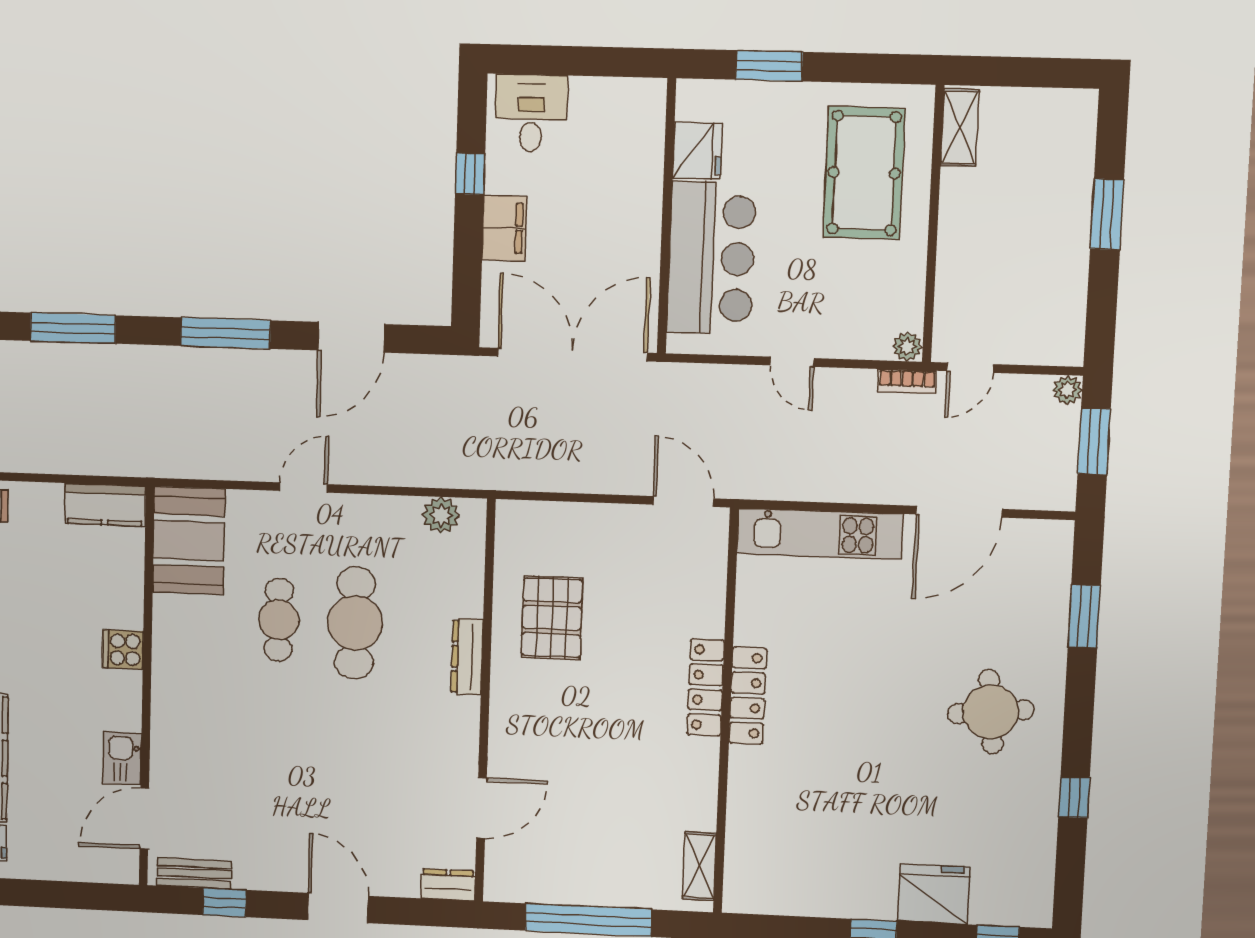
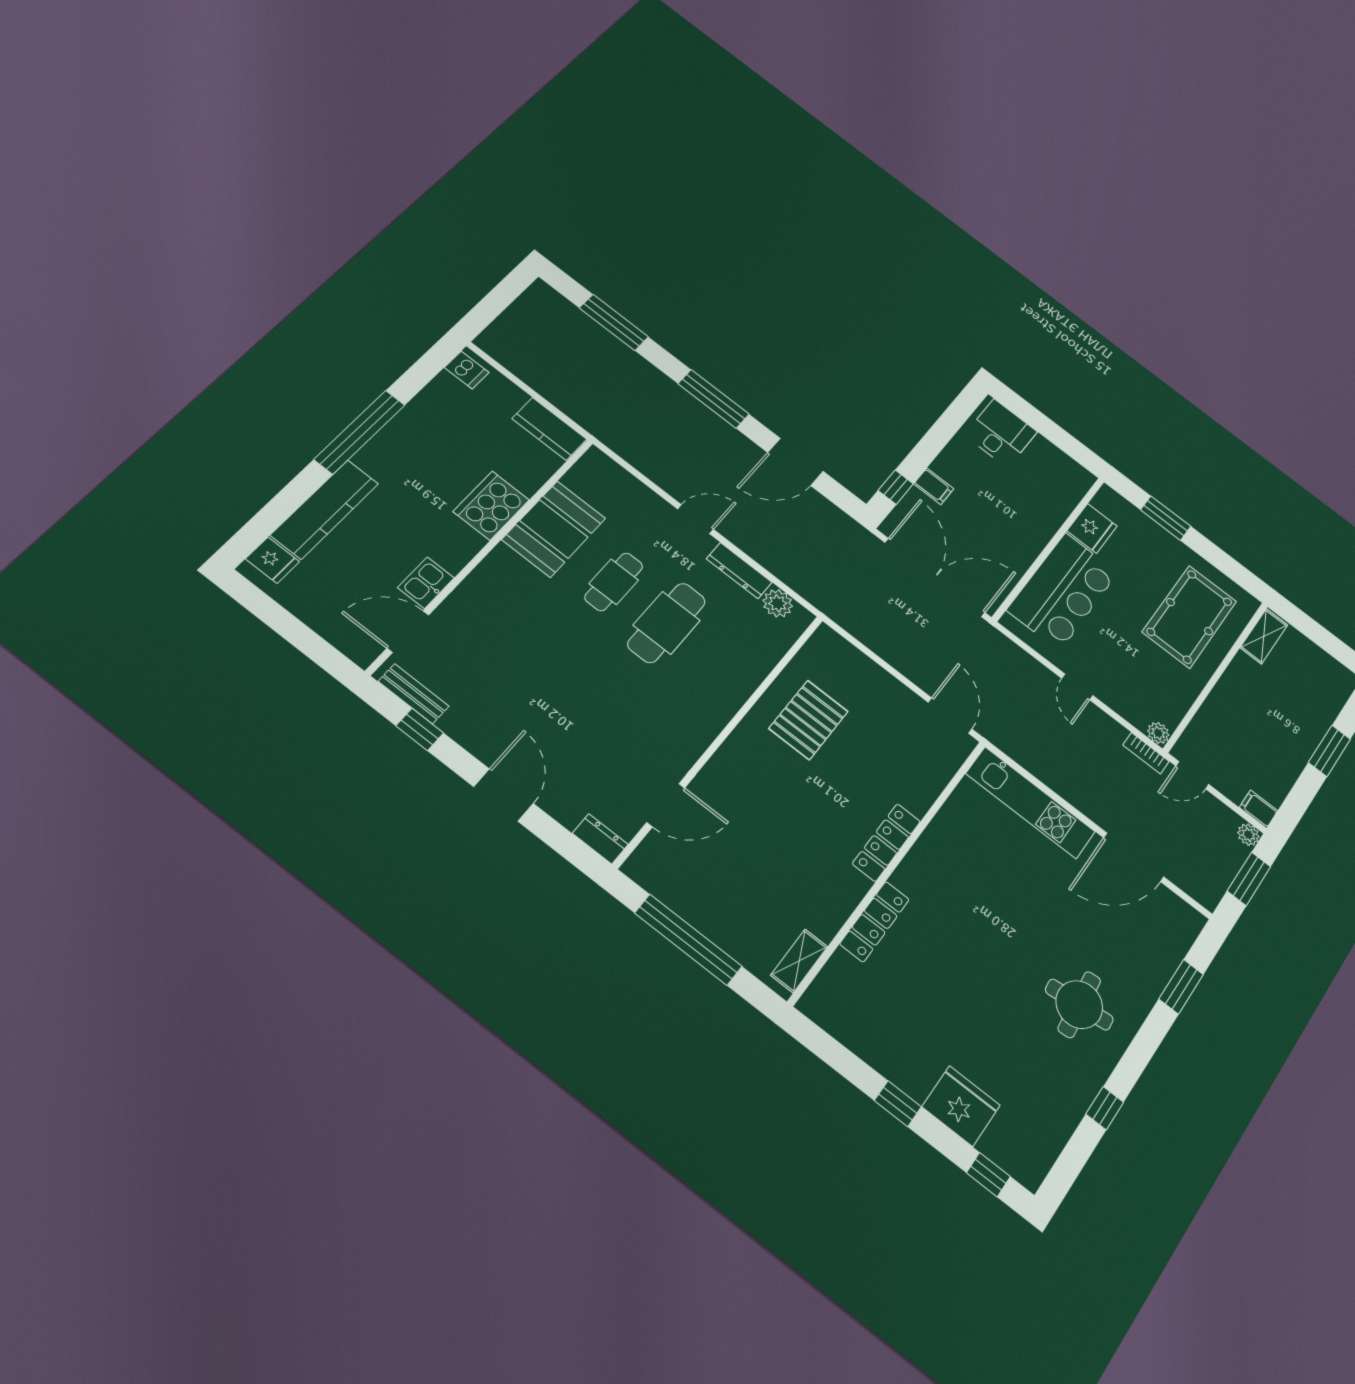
window: (470, 174) -> (896, 487), moved
filing cabinet: (504, 228) -> (934, 486), width x0.50
filing cabinet: (1063, 351) -> (1259, 809), added
booth: (189, 540) -> (554, 529), moved
cooker: (123, 650) -> (491, 506), width x1.87, depth x1.31
dresser: (467, 657) -> (739, 571), moved, turned -90
locker: (748, 696) -> (875, 922), moved

